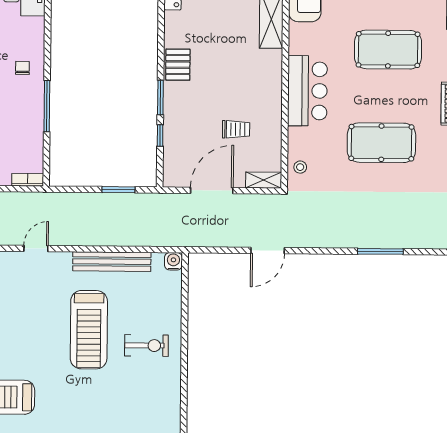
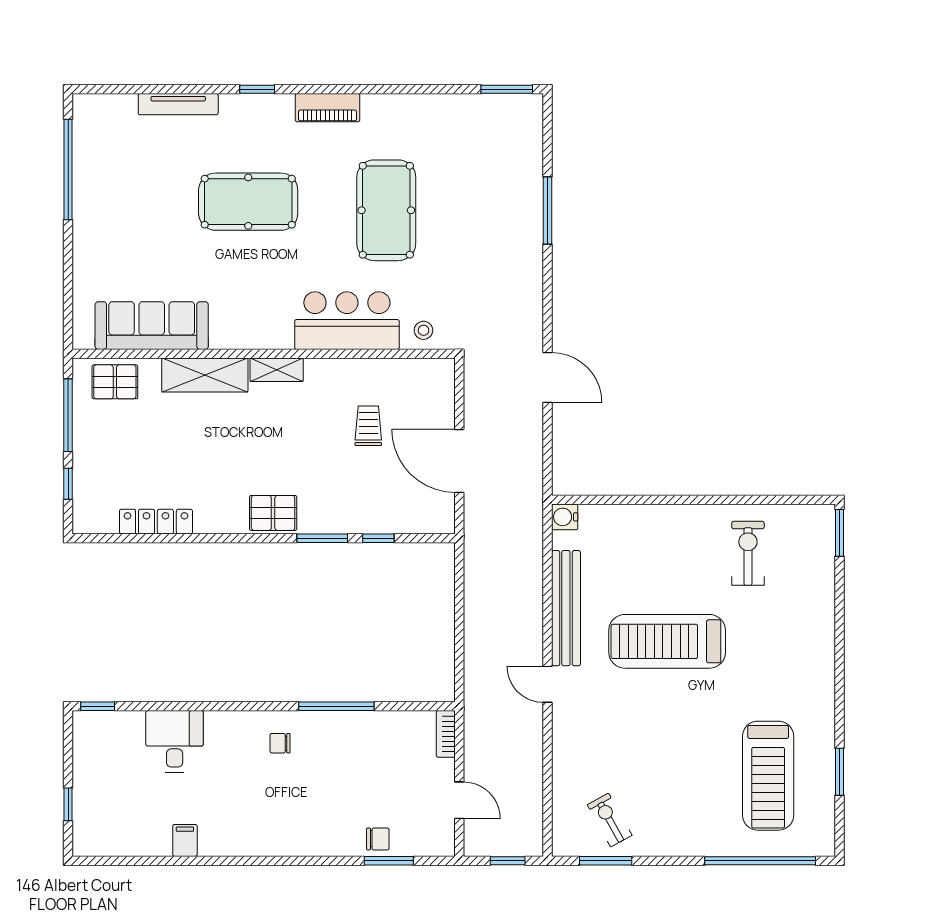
pool table: (388, 50) -> (248, 202), turned 90
bar counter: (307, 91) -> (347, 321), moved
shelving: (264, 180) -> (277, 370), moved, turned 90
window: (118, 190) -> (459, 599), removed
door: (36, 248) -> (547, 684), moved
treadmill: (89, 330) -> (667, 641), turned 180
exercise bike: (146, 345) -> (748, 553), moved

